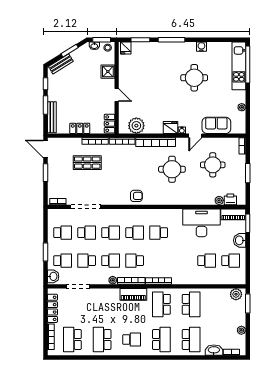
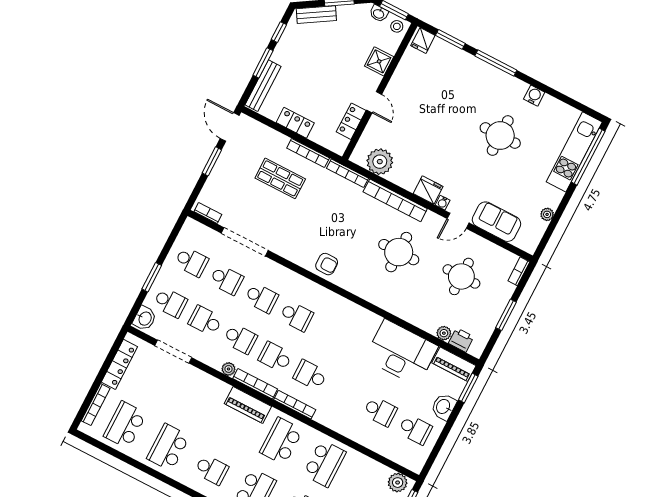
locker: (110, 124) -> (351, 121), moved
school desk: (159, 233) -> (310, 375), moved

